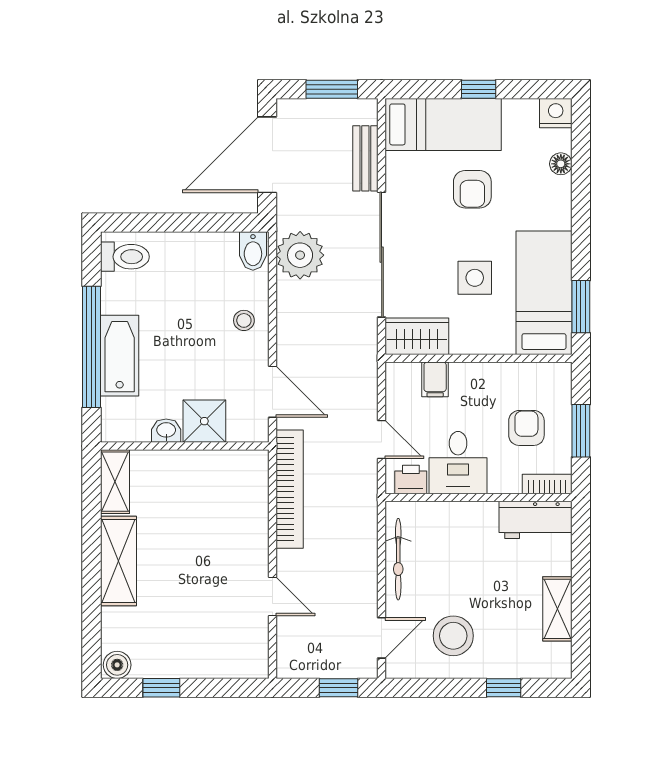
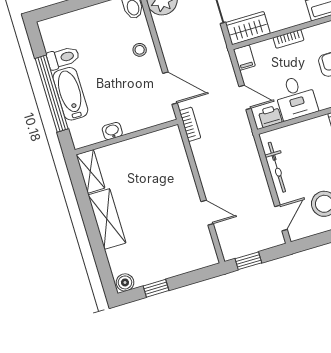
toilet: (125, 257) -> (63, 58), moved
bookcase: (473, 371) -> (288, 39), added
filing cabinet: (435, 379) -> (244, 58), moved
shower: (204, 421) -> (134, 118), removed
bookcase: (290, 489) -> (190, 124), width x0.43, depth x0.76
window: (339, 688) -> (248, 261), moved

